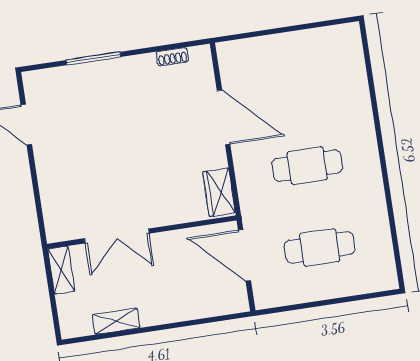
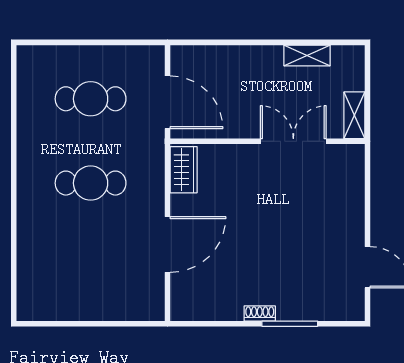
shoe rack: (172, 57) -> (260, 314), moved
door: (224, 117) -> (168, 245), swing flipped

